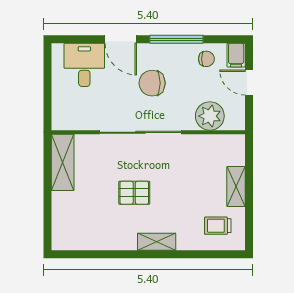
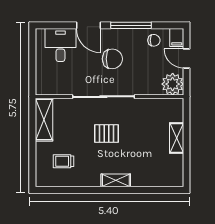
chair: (152, 83) -> (112, 59), turned 180
plant: (210, 116) -> (173, 84), moved
pallet: (134, 193) -> (106, 134), moved
trolley: (218, 226) -> (63, 161), moved

